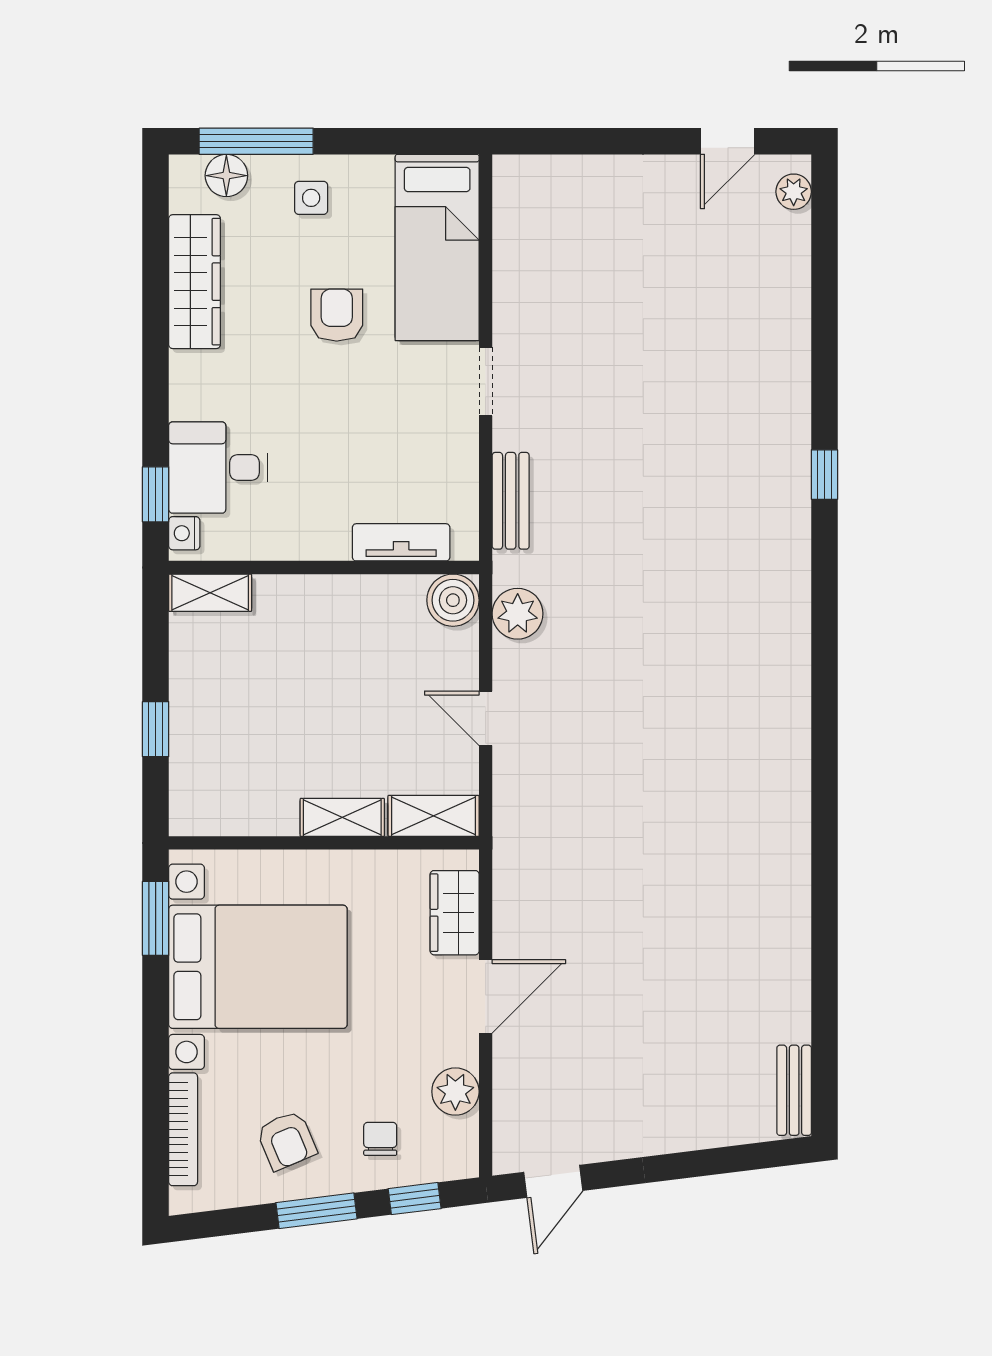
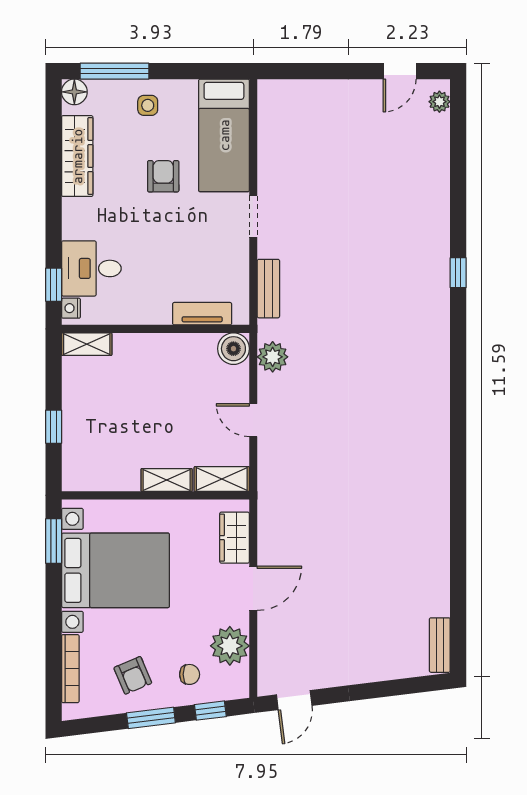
floor lamp: (226, 176) -> (74, 92), moved
plant: (455, 1092) -> (230, 646), width x1.36, depth x1.36
chair: (380, 1139) -> (190, 674), turned 90

